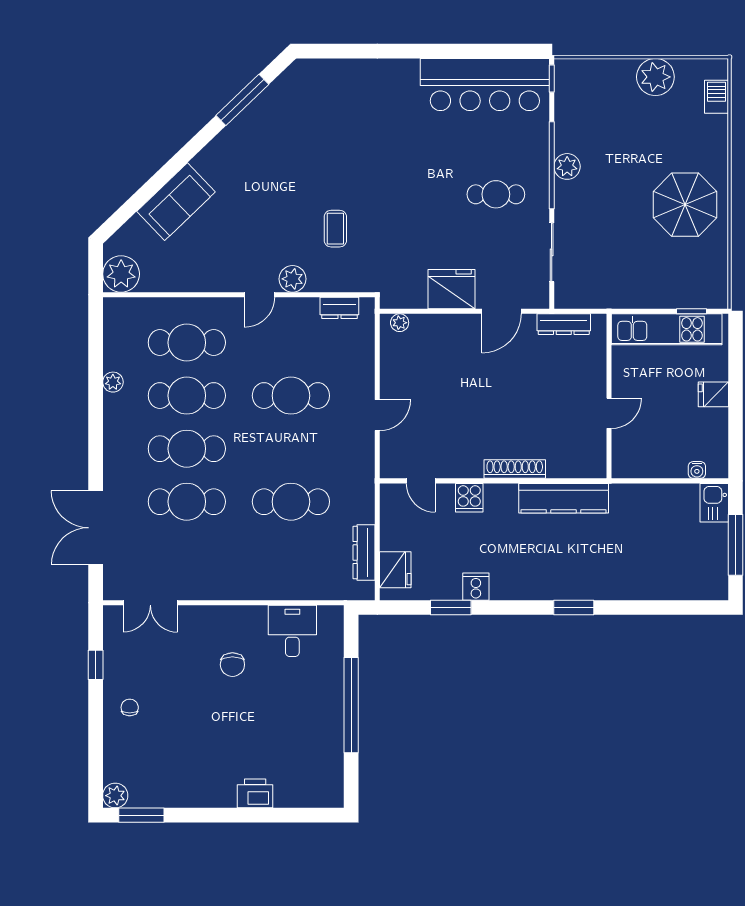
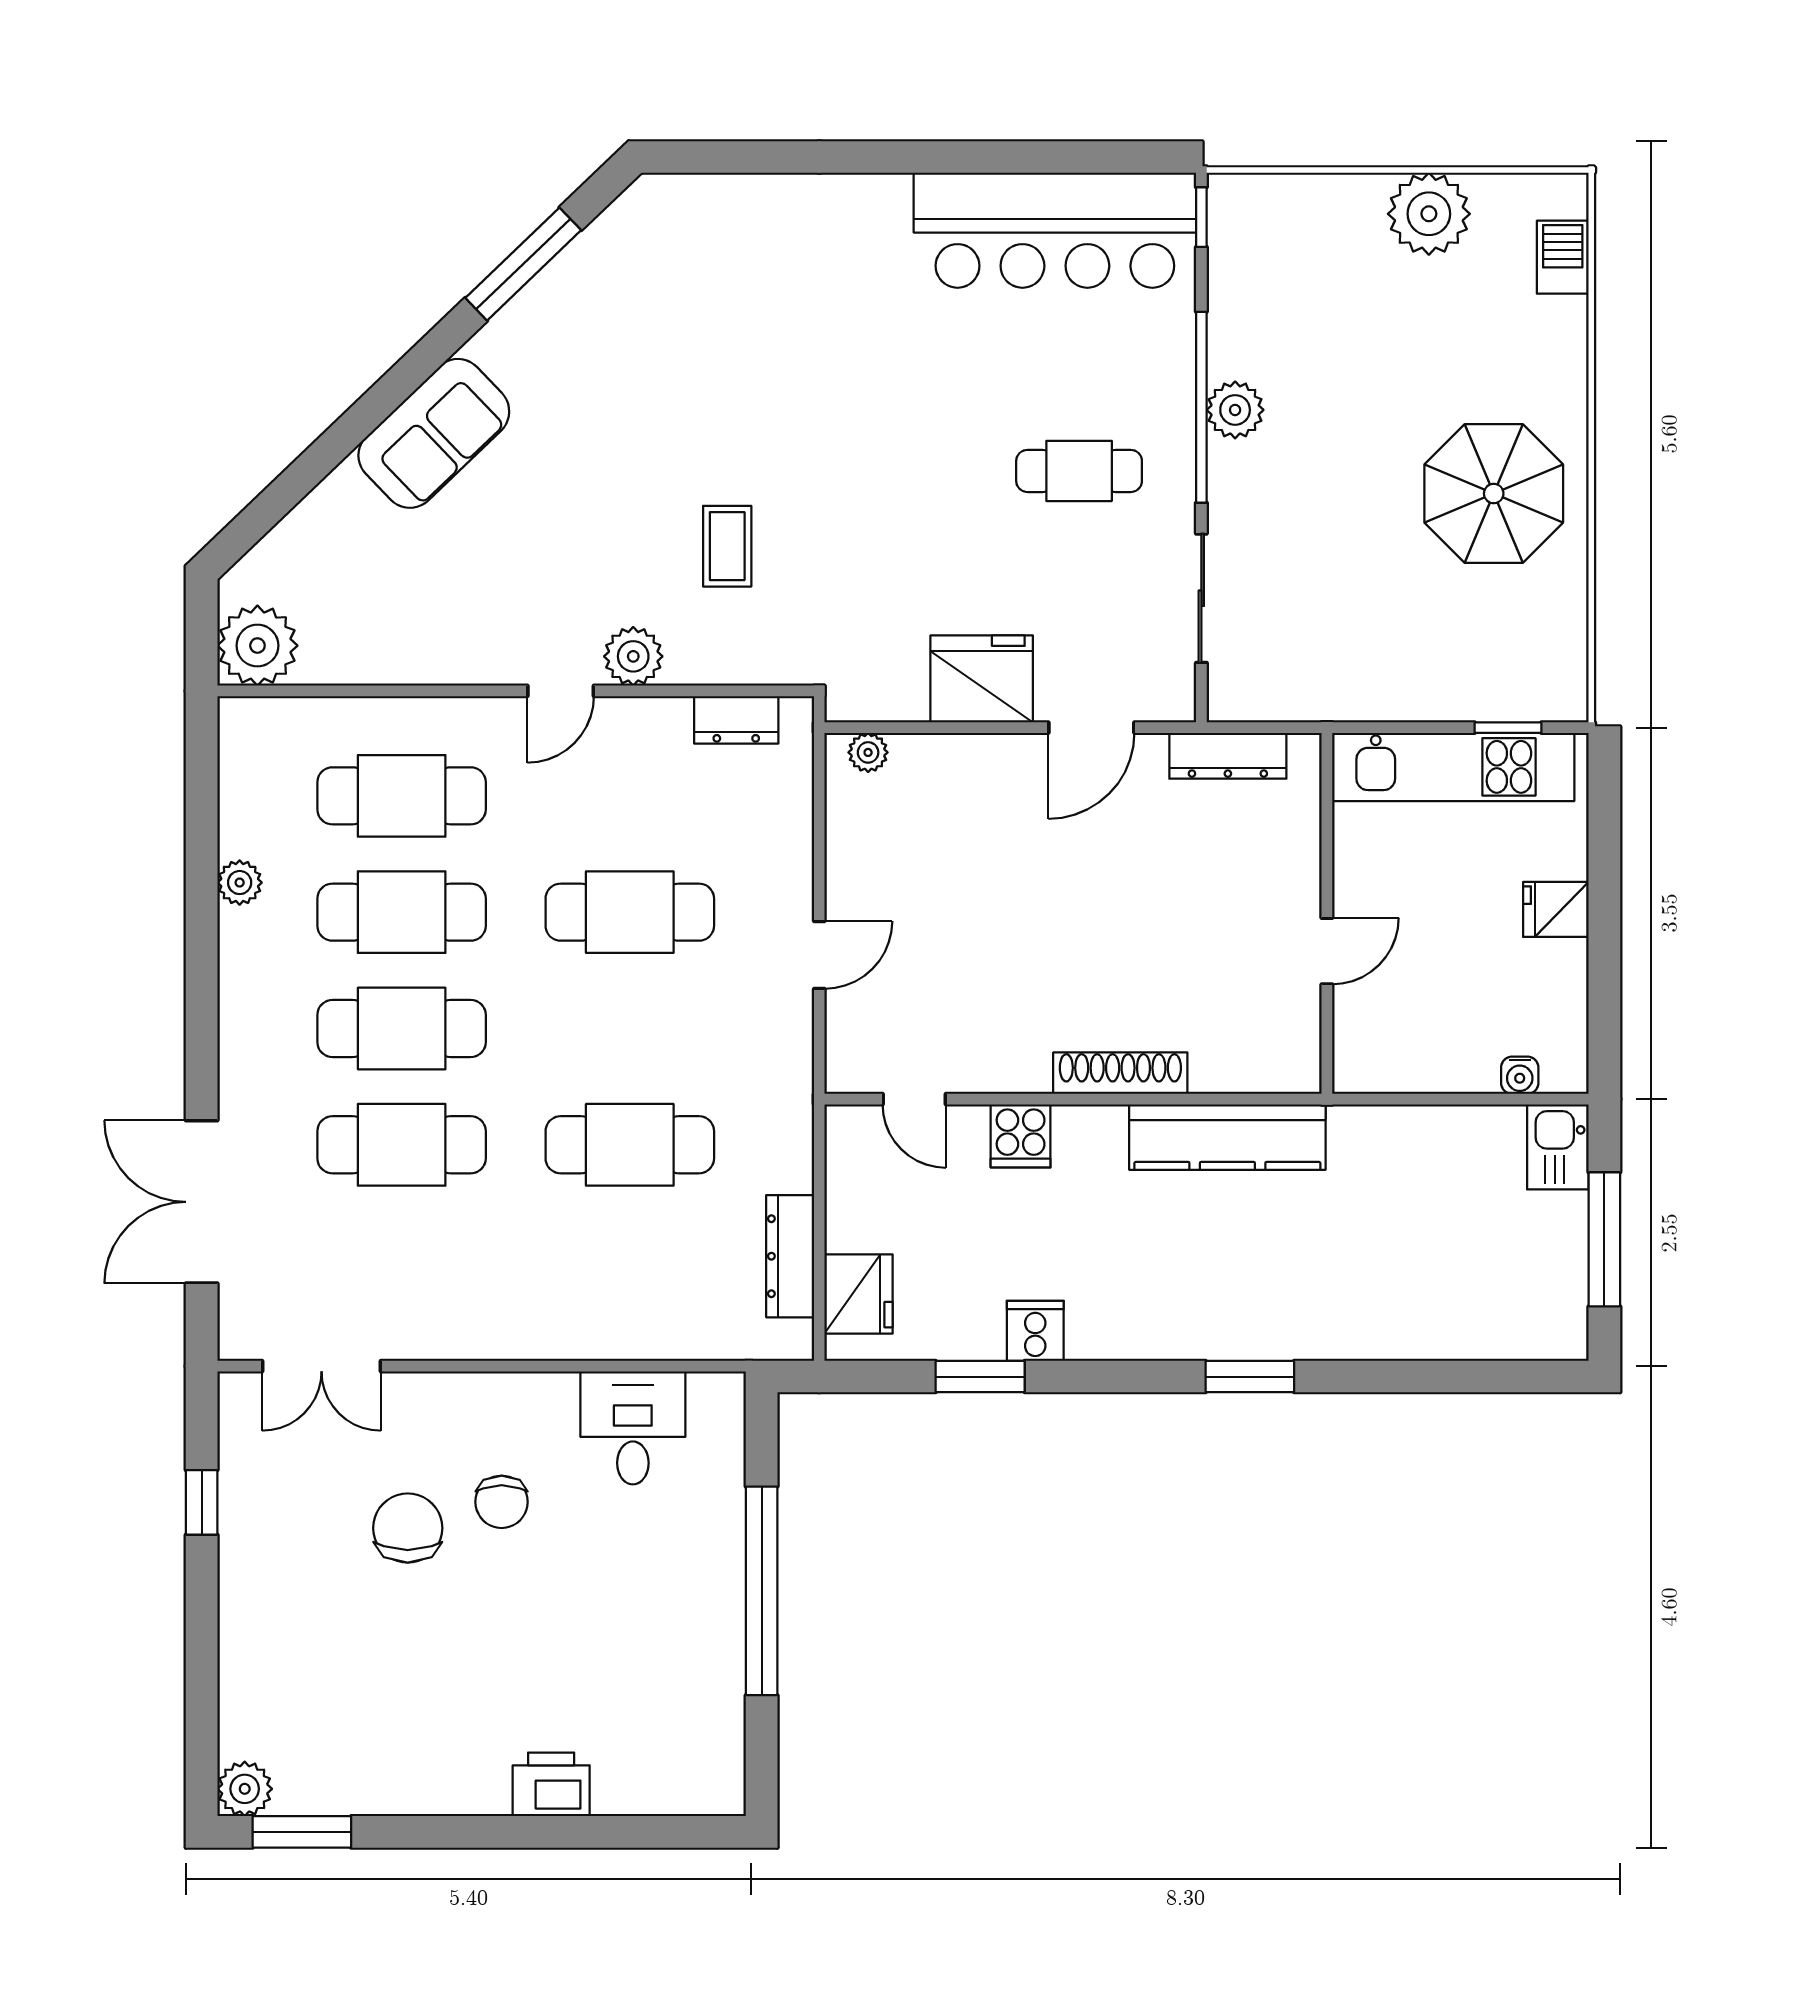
sofa: (176, 202) -> (434, 433), moved
chair: (130, 707) -> (408, 1528), moved, width x1.87, depth x1.87

